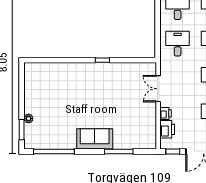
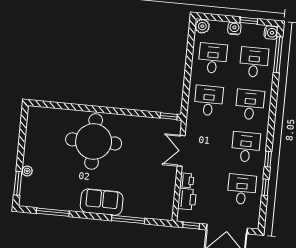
window: (102, 60) -> (169, 116), moved
round table: (83, 88) -> (94, 141), added
window: (54, 152) -> (53, 212), width x0.68

